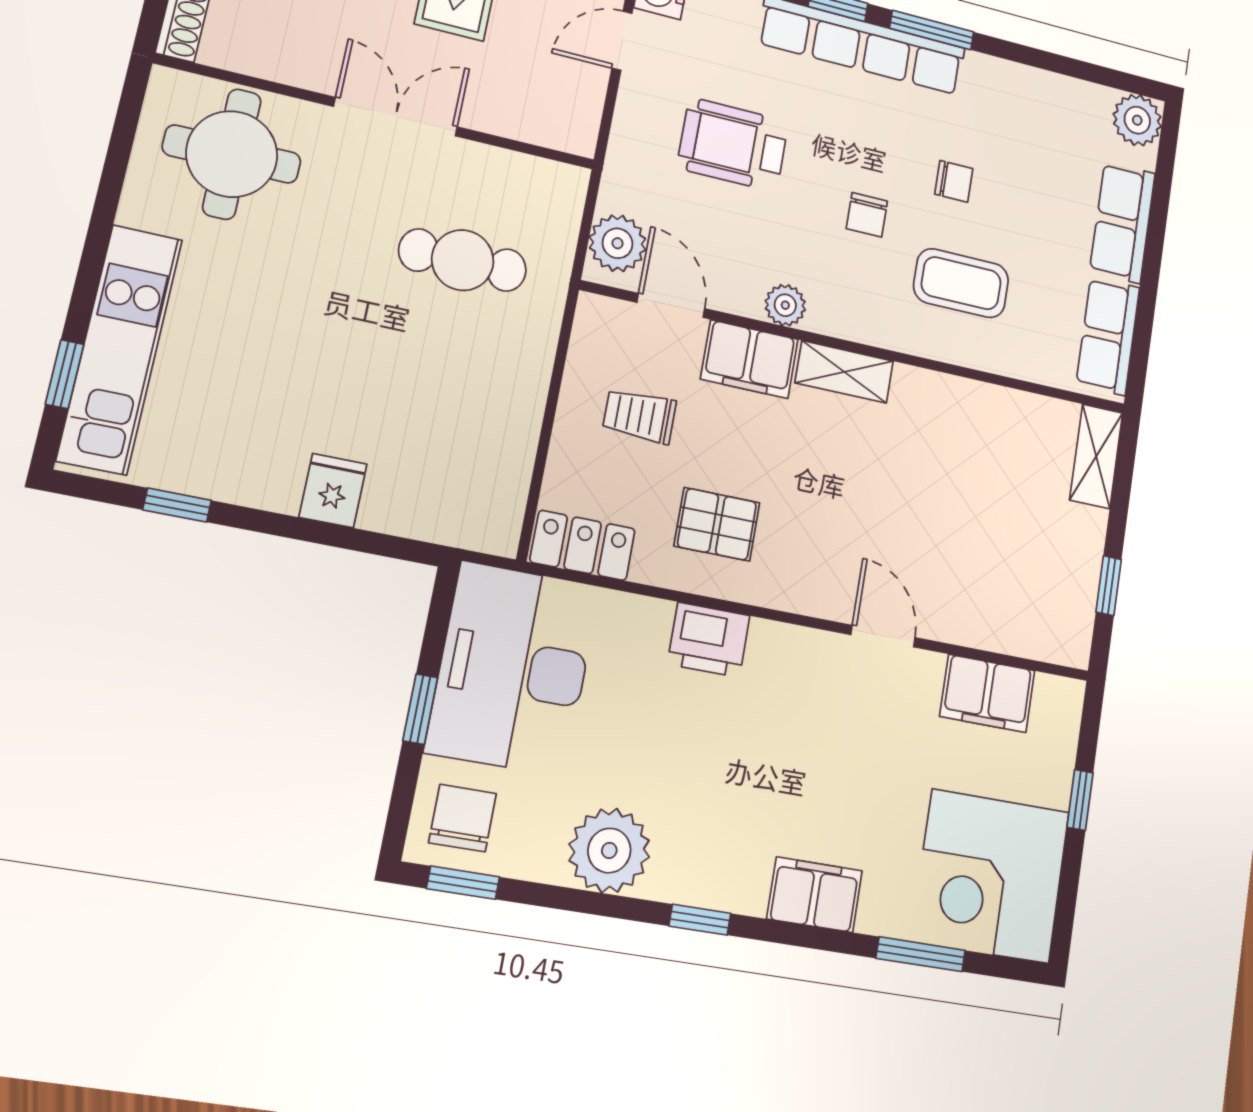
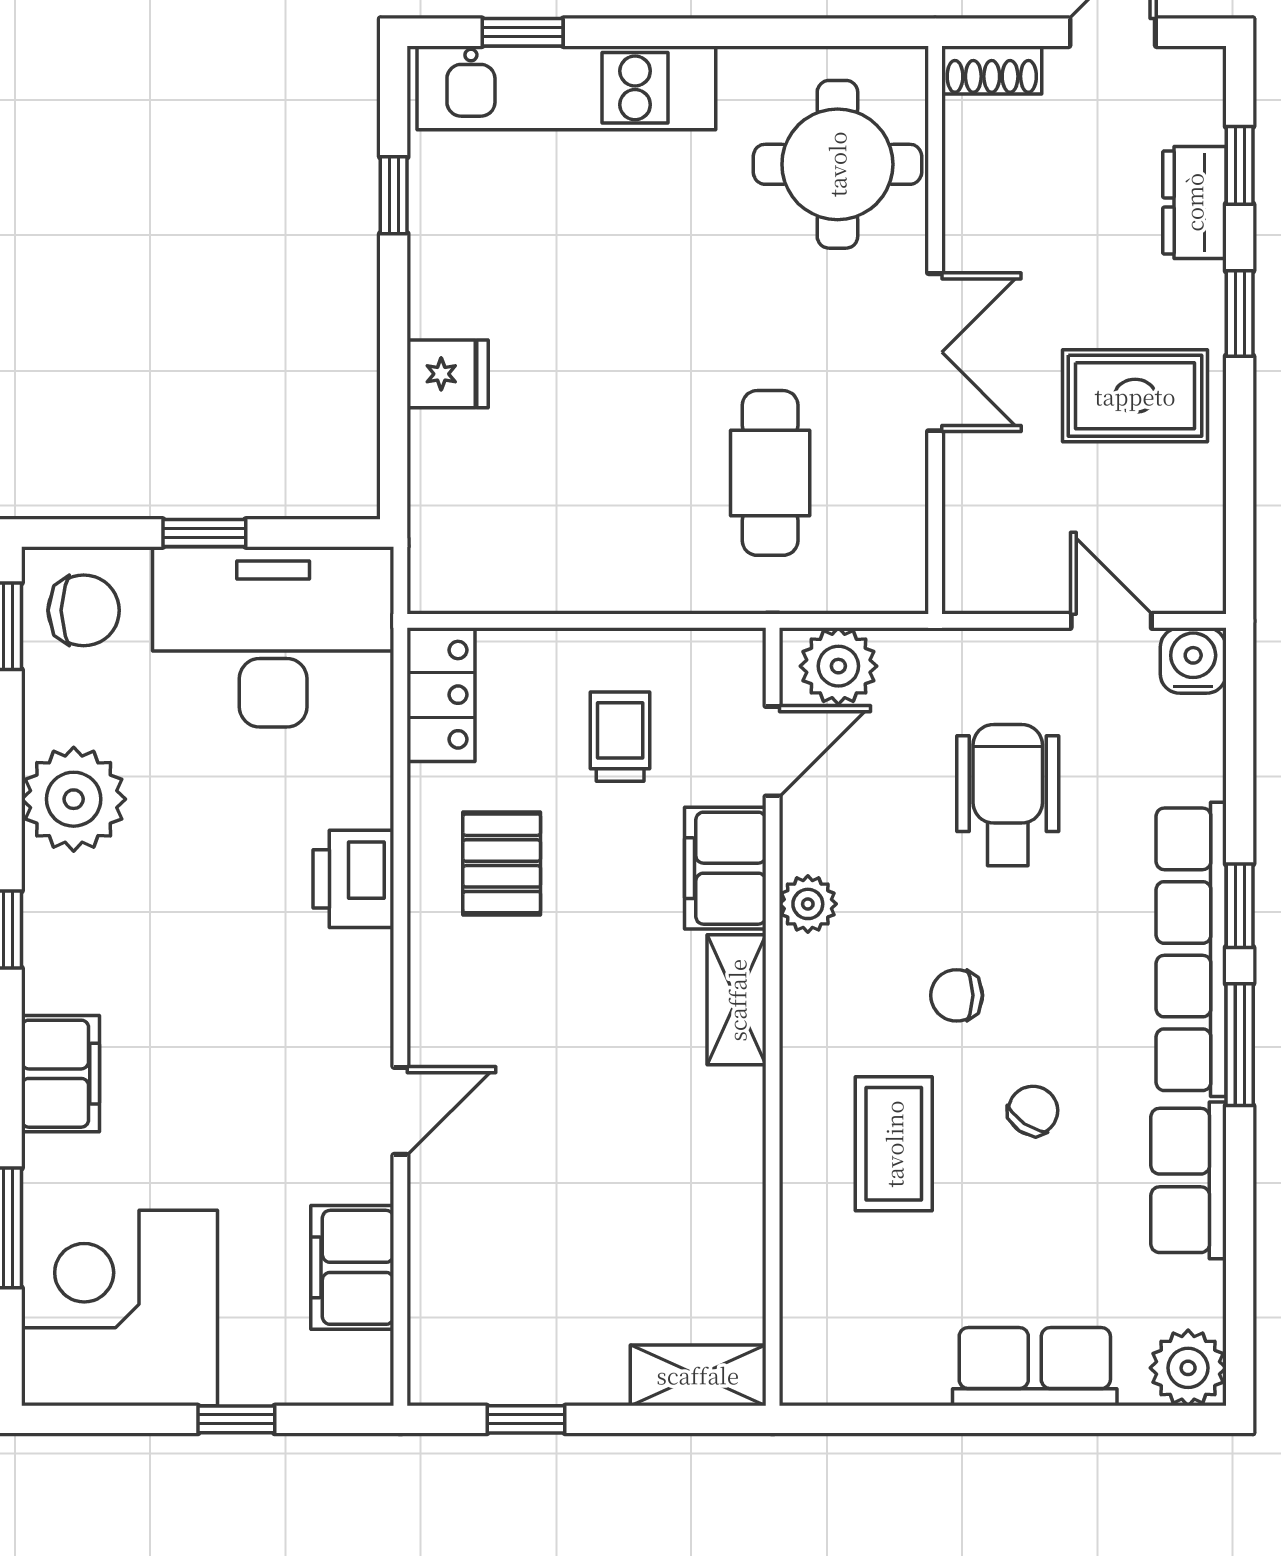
chair: (954, 181) -> (1033, 1111), turned -146
row of seats: (1108, 336) -> (1188, 1180), moved, turned -90

